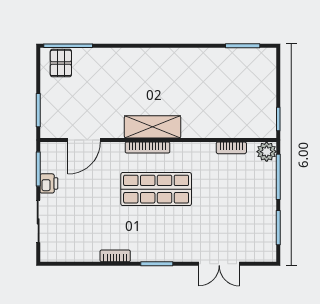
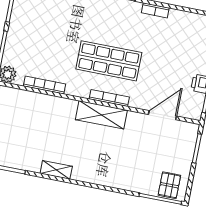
shelving: (191, 55) -> (56, 170), added
bookcase: (231, 148) -> (44, 85), width x1.56

